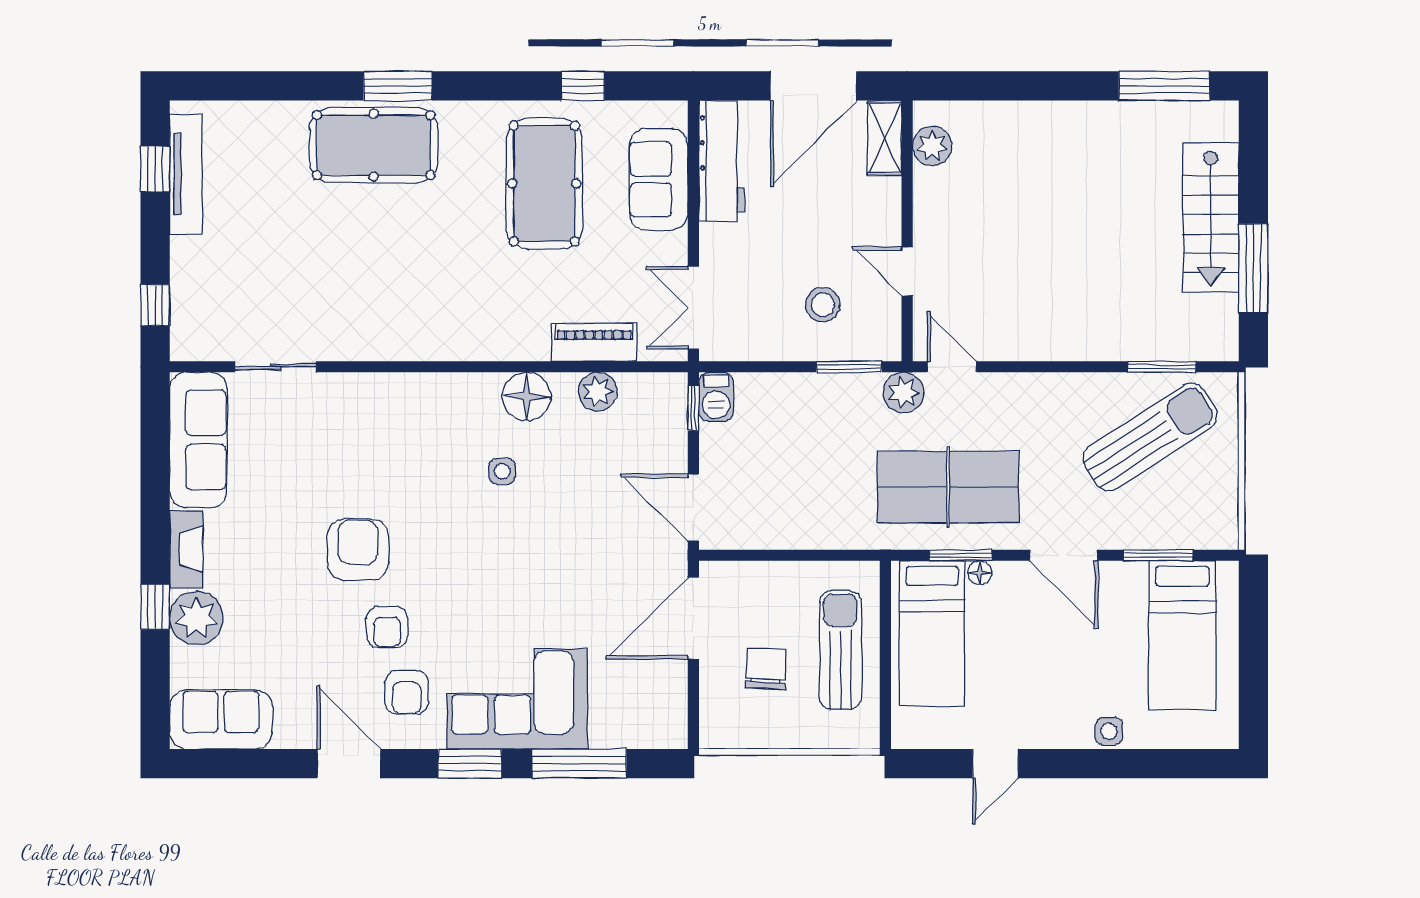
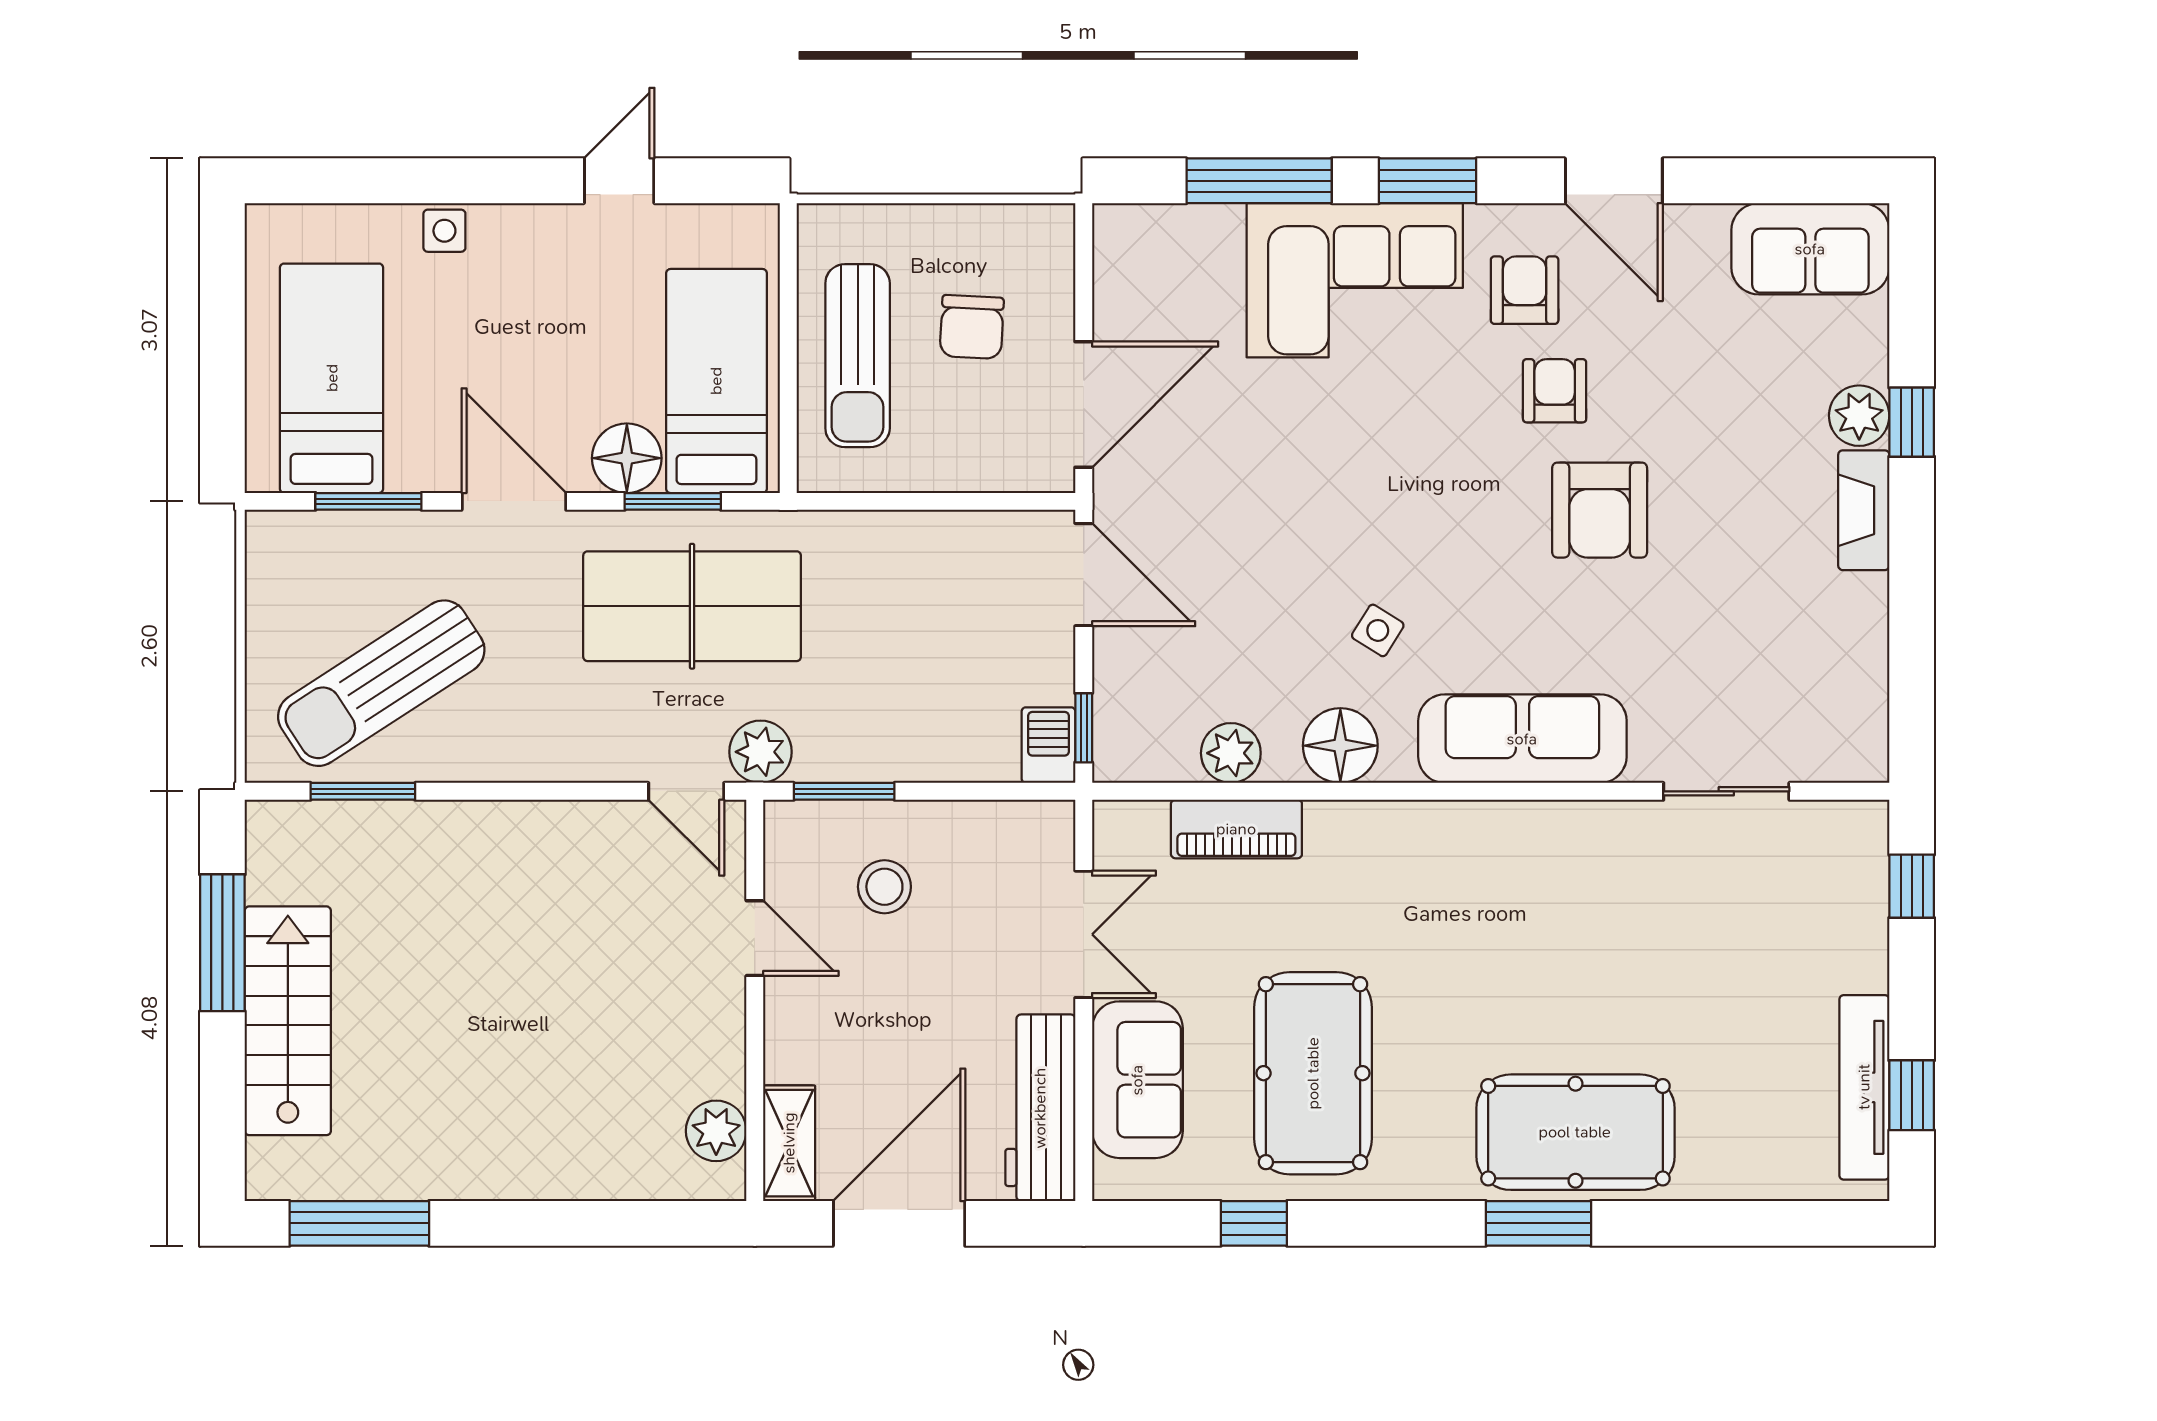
double door: (693, 308) -> (1084, 934), moved
sofa: (198, 440) -> (1522, 739), moved, turned 90
side table: (502, 471) -> (1378, 630), turned 32
floor lamp: (980, 573) -> (627, 458), width x1.89, depth x1.89
plant: (196, 618) -> (1859, 416), width x0.73, depth x0.73

